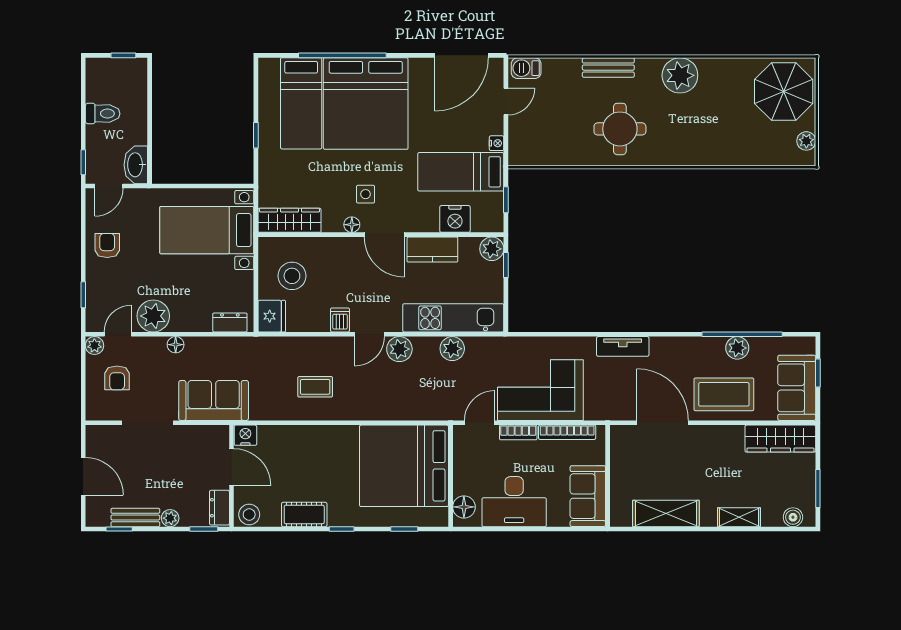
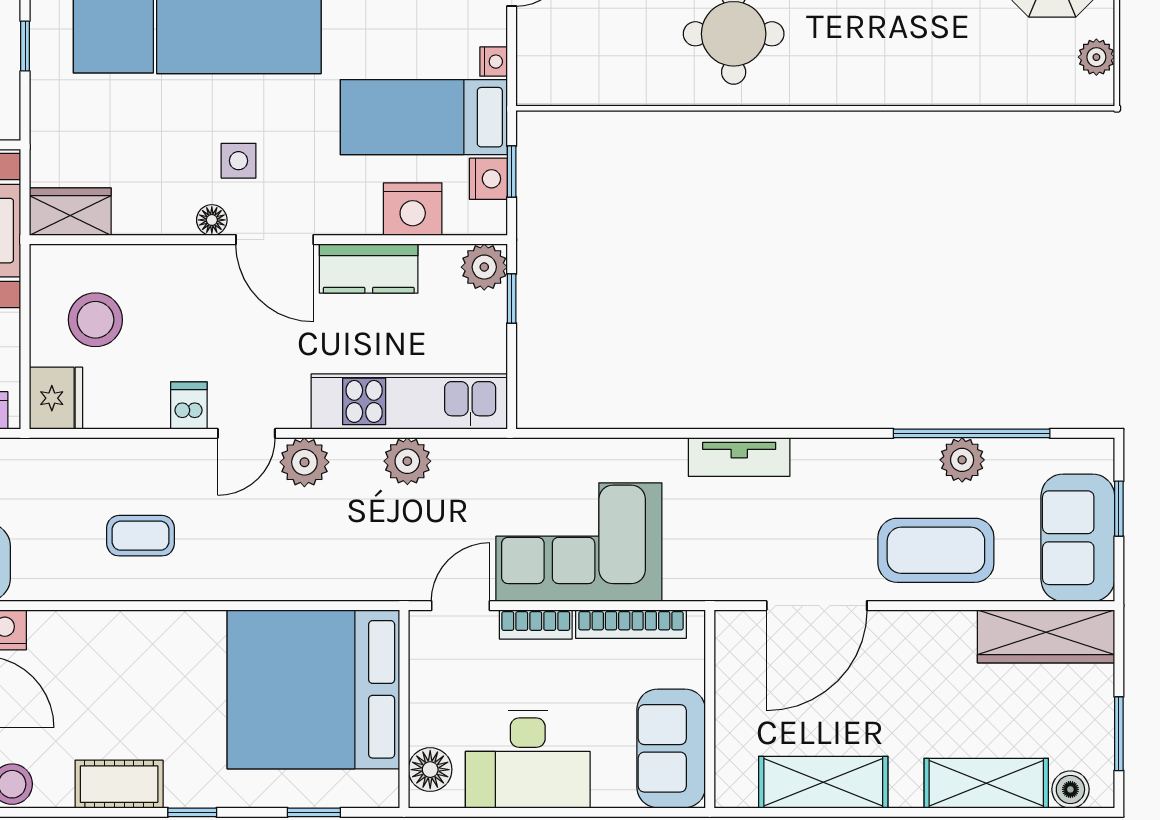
nightstand: (494, 203) -> (488, 179), added
wardrobe: (289, 220) -> (70, 212), width x0.67
door: (663, 423) -> (817, 606), swing flipped
shelving: (739, 517) -> (986, 783), width x1.50, depth x1.33

